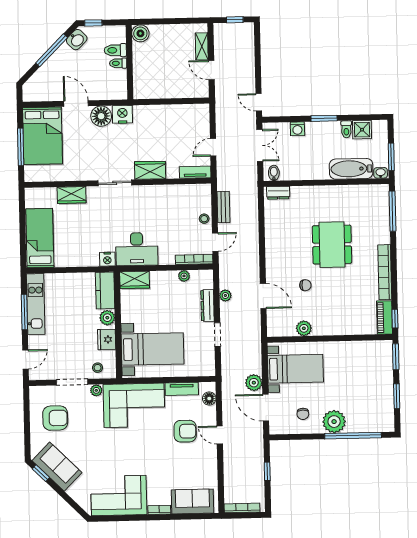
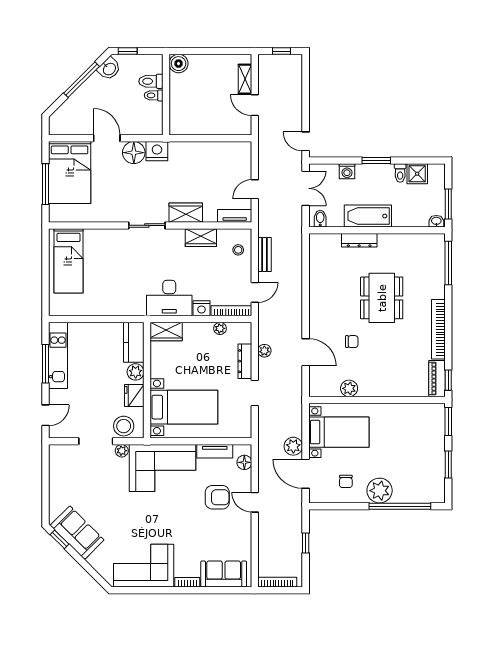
bathtub: (351, 169) -> (368, 216), moved
dresser: (278, 193) -> (359, 240), moved, width x1.44
wardrobe: (72, 195) -> (201, 238), moved
stool: (204, 219) -> (238, 250), moved
bed: (40, 238) -> (68, 261), moved, turned 180
nightstand: (107, 259) -> (202, 308), moved
stool: (98, 368) -> (124, 426), width x1.89, depth x1.89
armchair: (55, 418) -> (76, 480), removed

